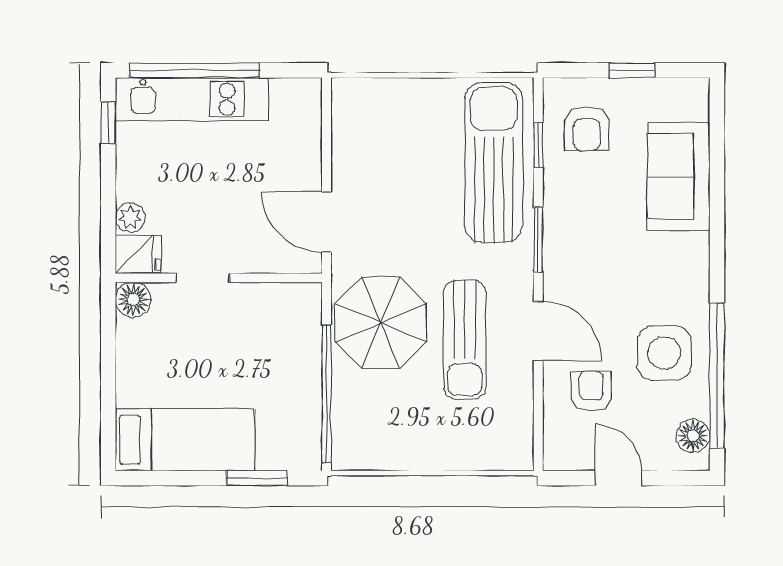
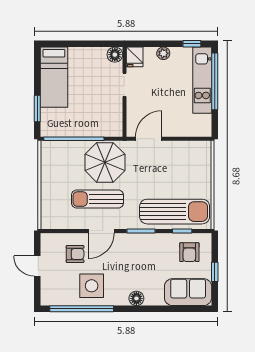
armchair: (587, 129) -> (189, 252), turned -90
sofa: (679, 176) -> (188, 292), moved
plant: (130, 217) -> (163, 53), moved
floor lamp: (693, 436) -> (136, 298), moved
door: (619, 478) -> (37, 266), swing flipped

